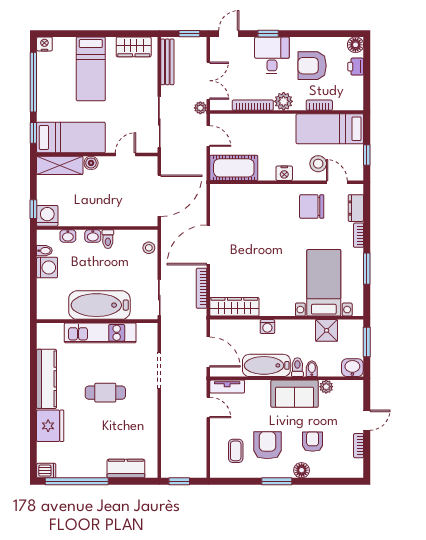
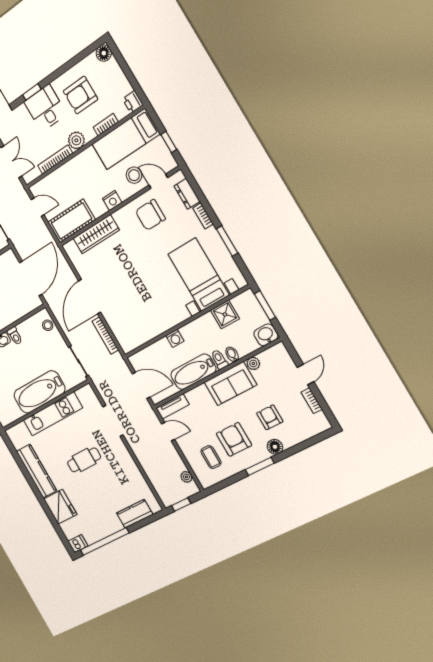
printer: (356, 67) -> (133, 102), moved
plant: (200, 108) -> (186, 477), moved
wardrobe: (234, 307) -> (96, 234), moved, turned 180

